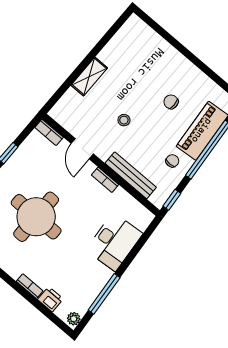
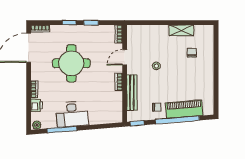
shelving: (89, 77) -> (181, 30), moved
chair: (171, 102) -> (192, 53), moved
desk: (114, 242) -> (72, 114), moved

